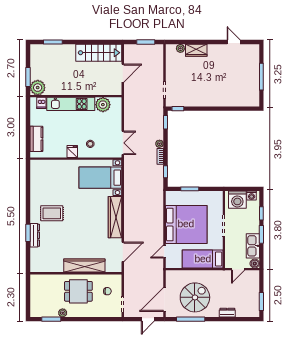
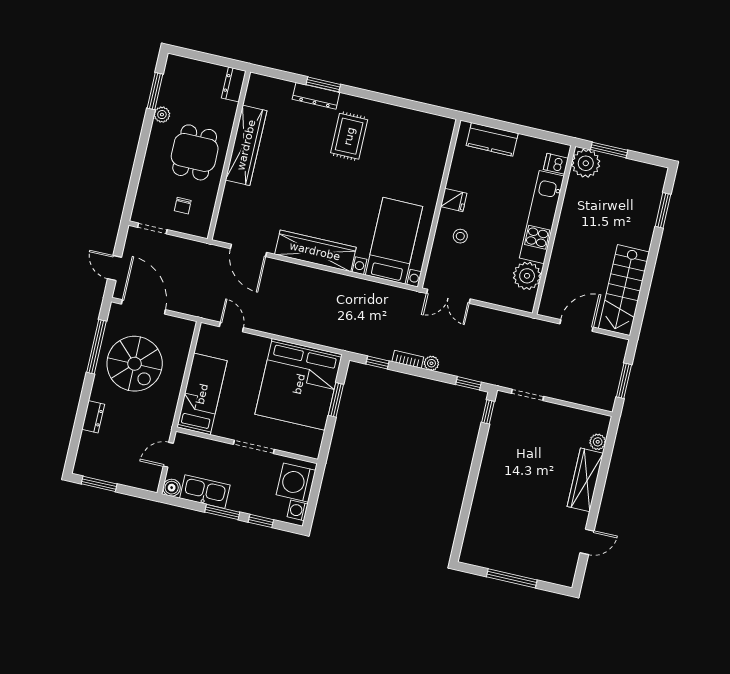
wardrobe: (196, 50) -> (585, 480), width x1.50
door: (123, 73) -> (576, 326), swing flipped
bed: (186, 224) -> (299, 384), moved
wardrobe: (84, 266) -> (246, 145), moved
door: (238, 269) -> (168, 455), hinge flipped
dresser: (39, 279) -> (234, 84), added

